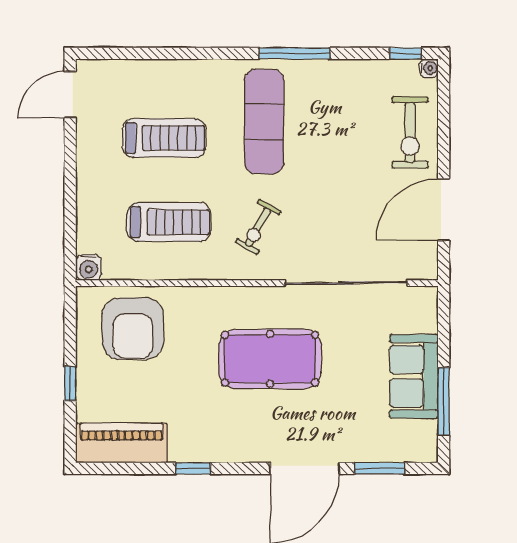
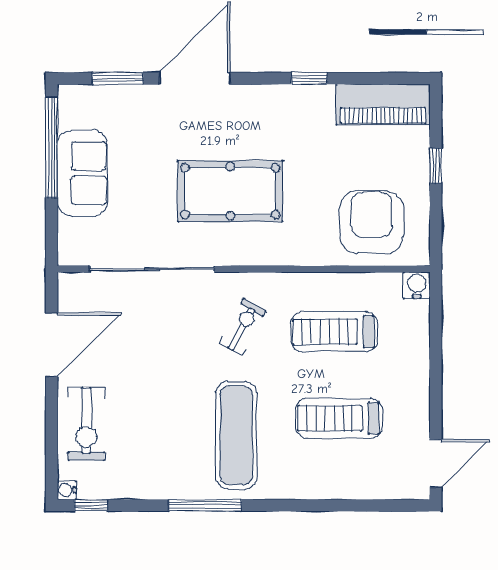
exercise bike: (410, 133) -> (86, 424), turned 180
window: (444, 401) -> (52, 147), width x1.46

